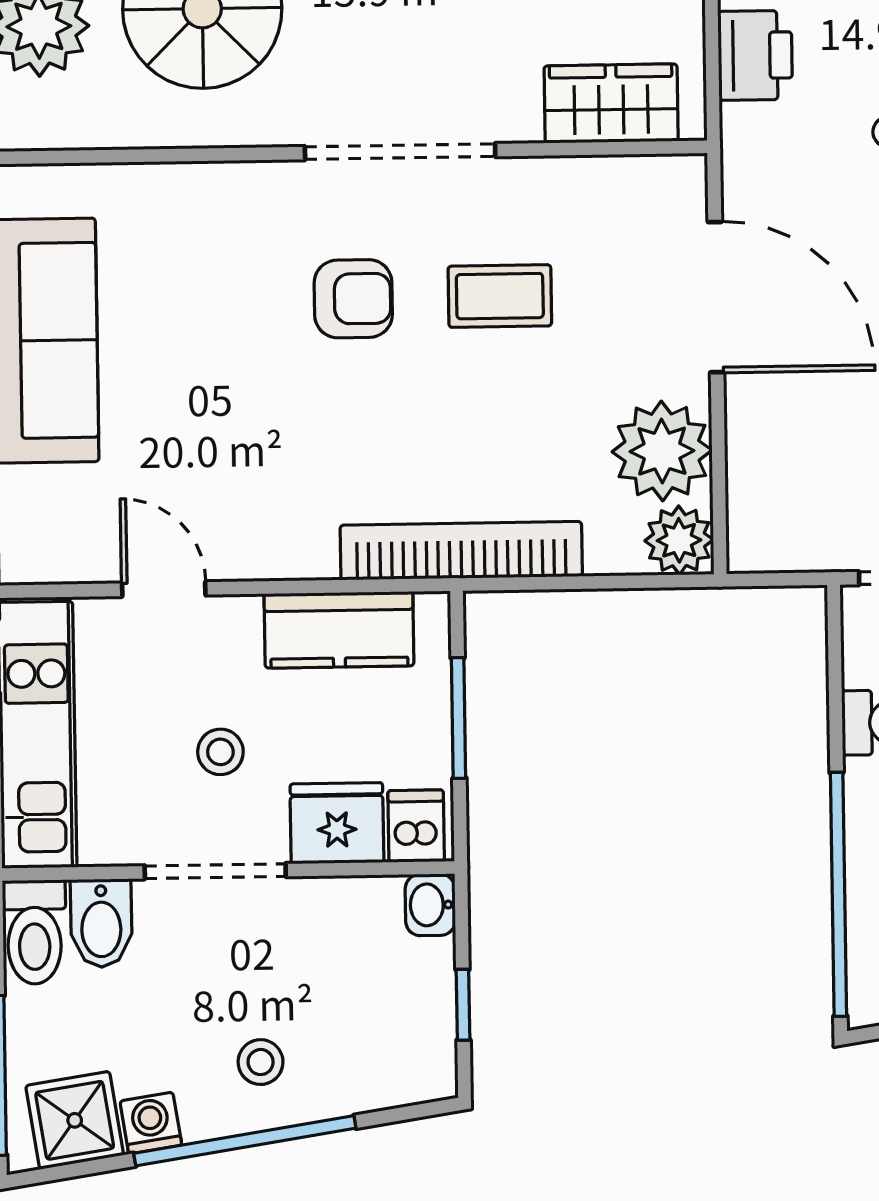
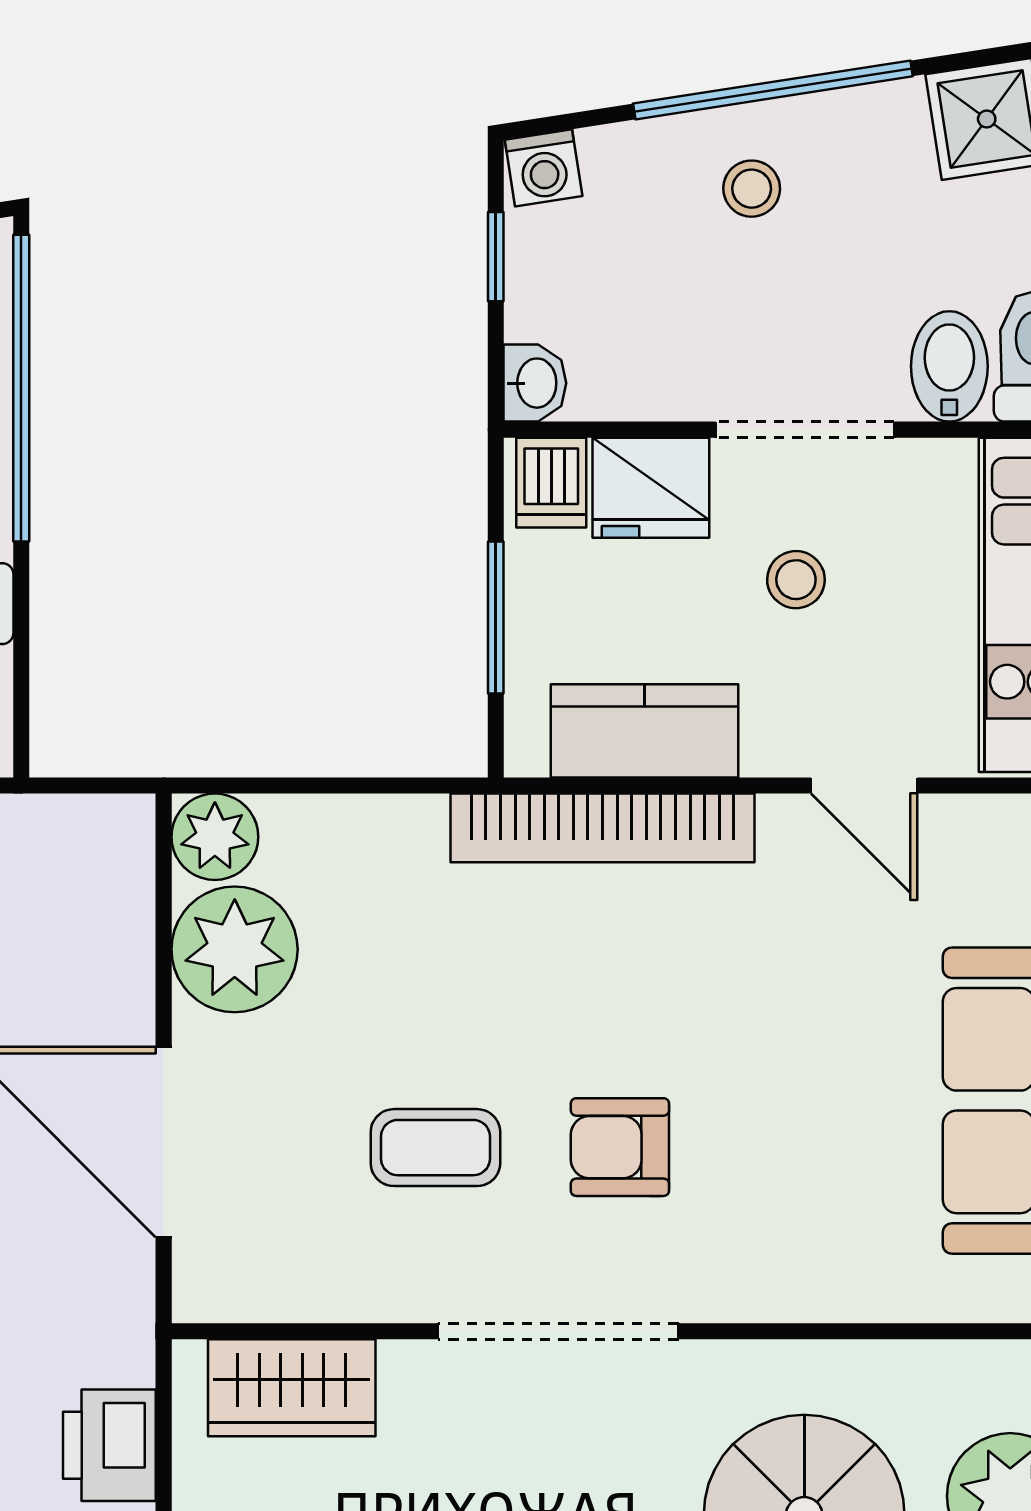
bookcase: (461, 551) -> (603, 828), moved
washing machine: (151, 1123) -> (544, 168), moved

